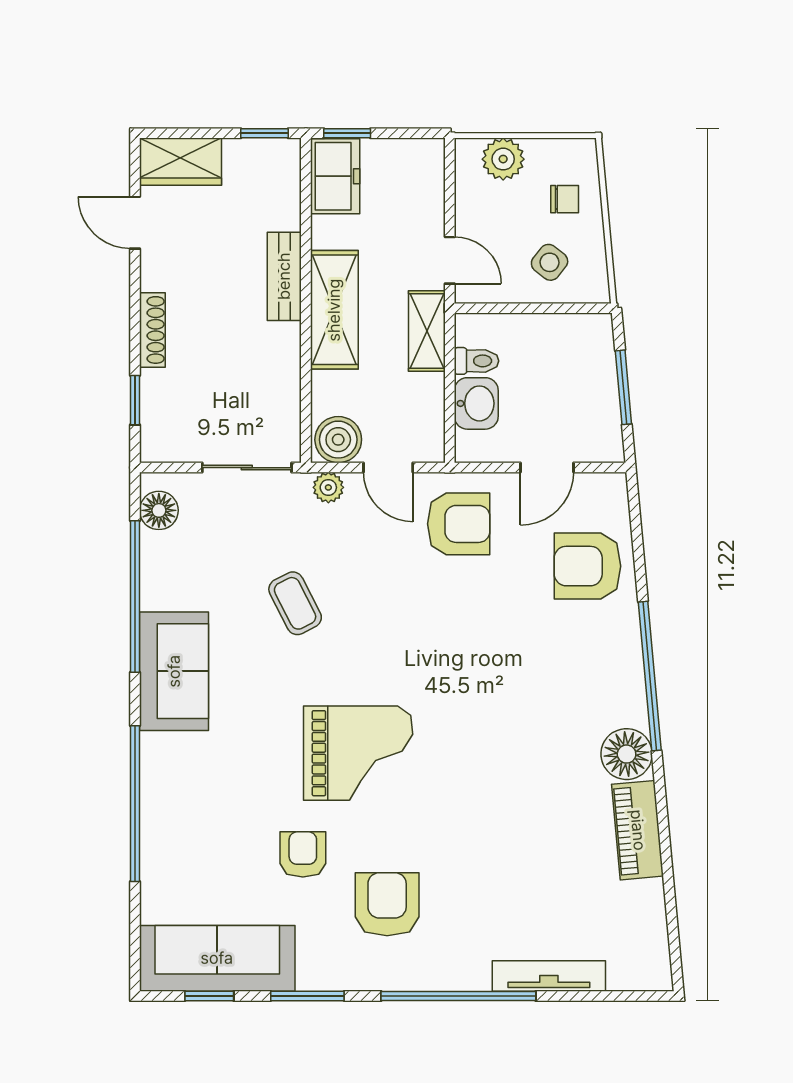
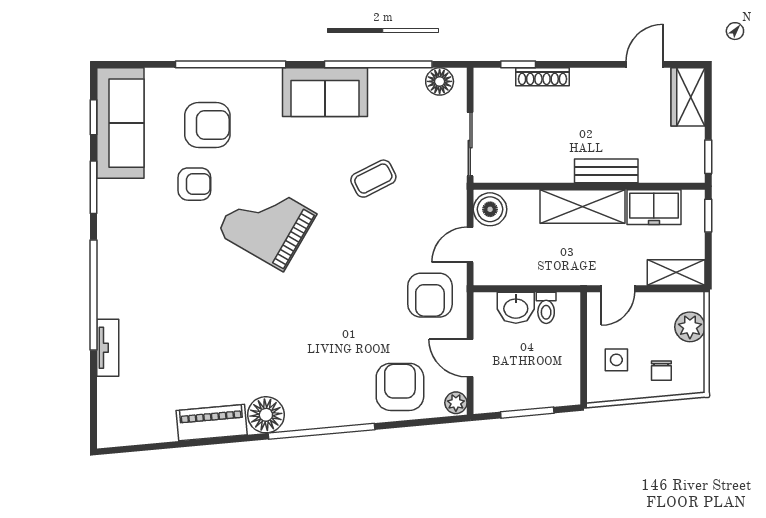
freezer: (335, 176) -> (654, 207), moved
side table: (550, 262) -> (616, 360), turned -38
shoe rack: (152, 330) -> (542, 77), moved
shelving: (427, 331) -> (676, 272), moved
plant: (328, 487) -> (456, 403), moved
grand piano: (358, 753) -> (267, 224), turned 120
armchair: (387, 904) -> (207, 125), moved
tv unit: (549, 976) -> (108, 348), width x0.71

